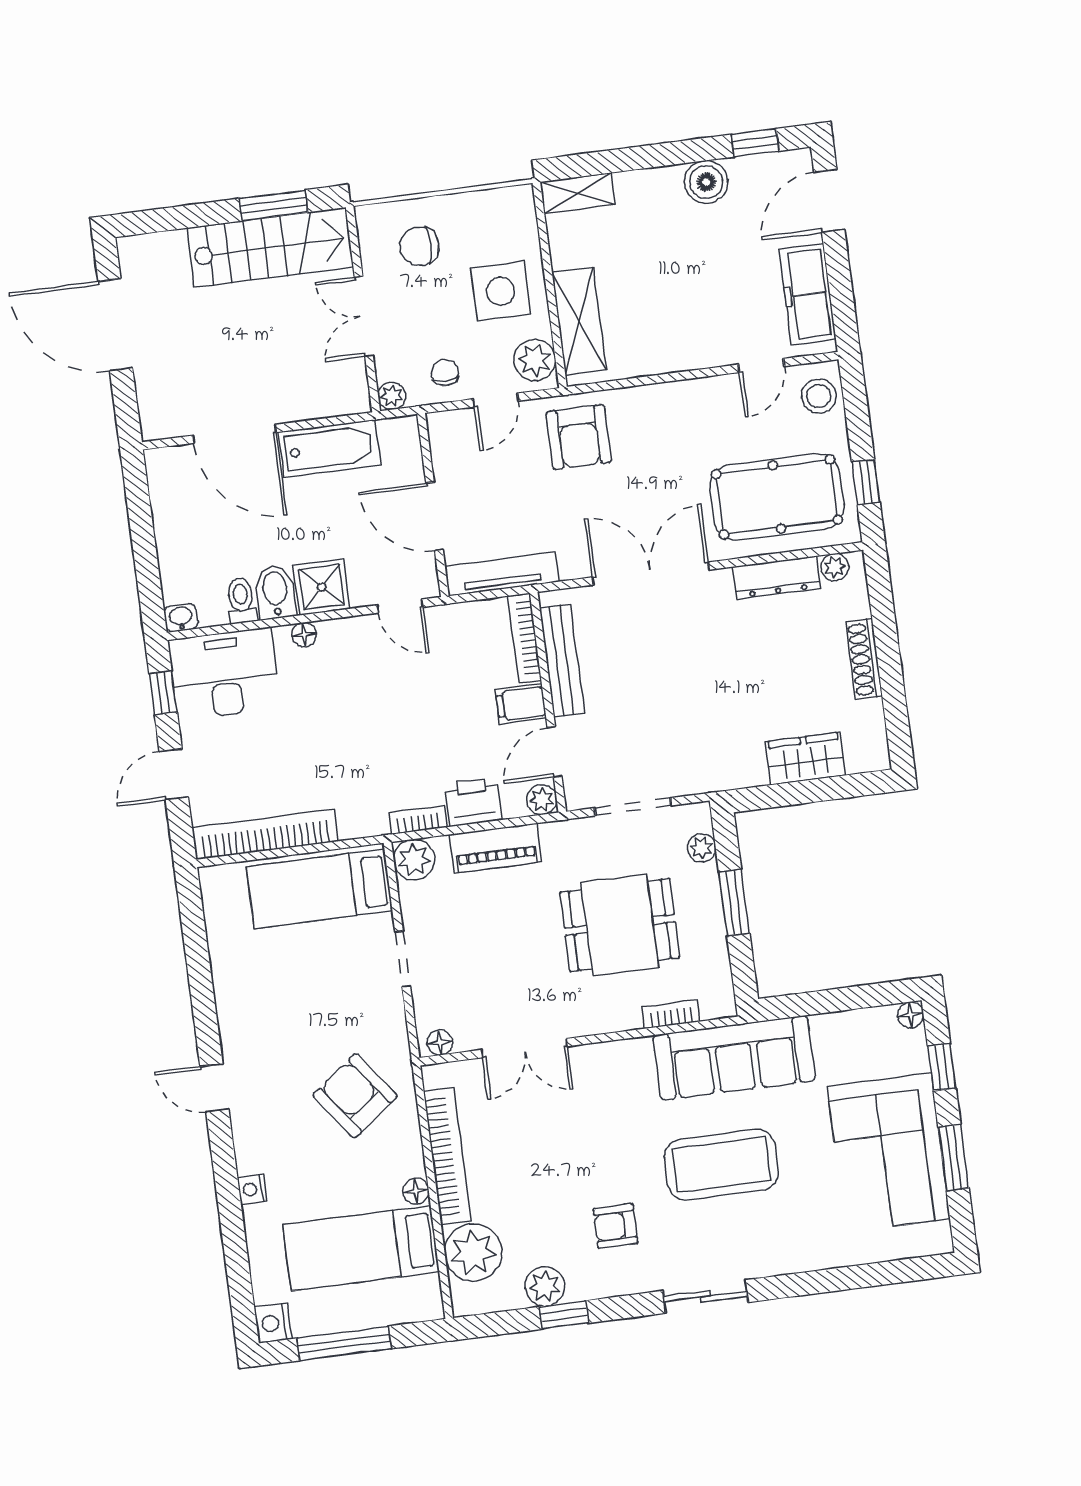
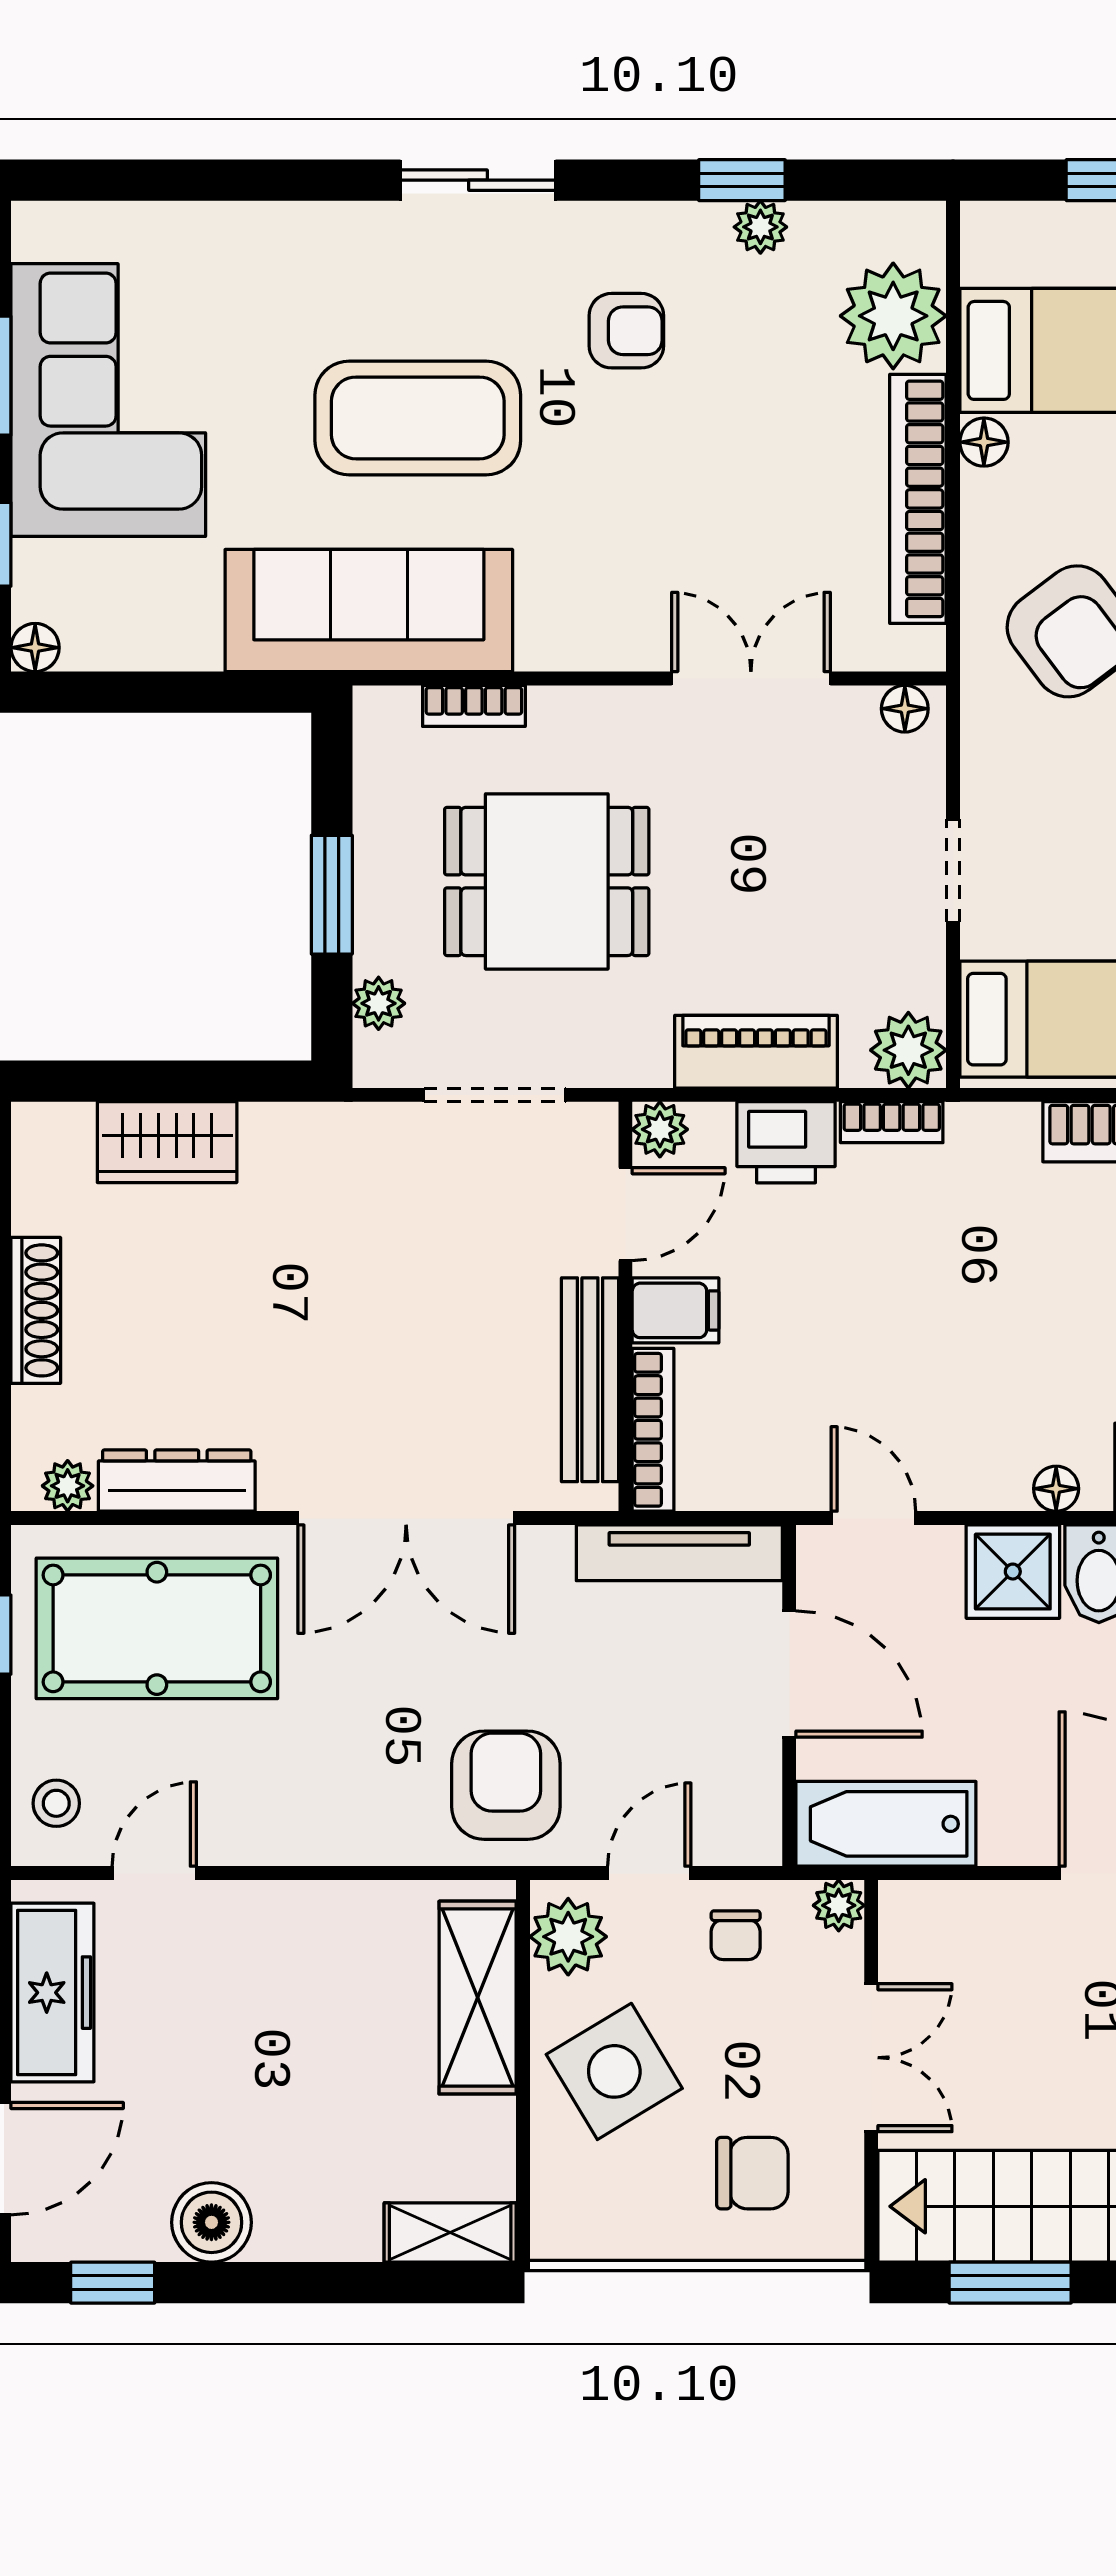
side table: (501, 291) -> (614, 2071), turned -31
stool: (819, 396) -> (56, 1803), width x0.73, depth x0.73
bathtub: (330, 448) -> (886, 1824), moved
plant: (545, 1286) -> (760, 227), width x0.73, depth x0.73

